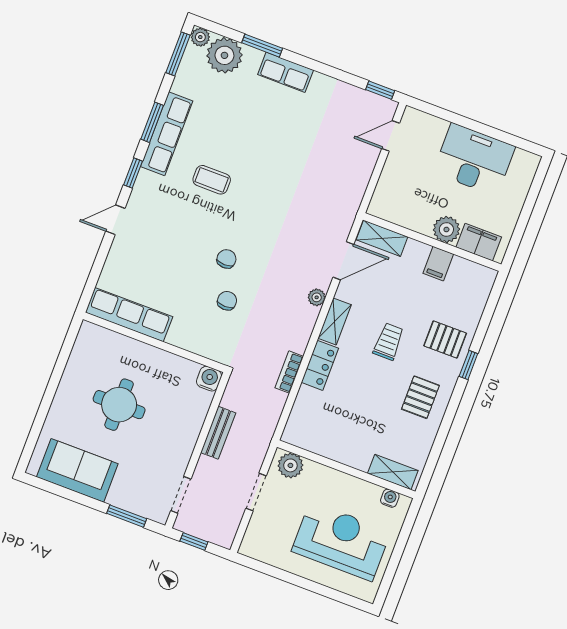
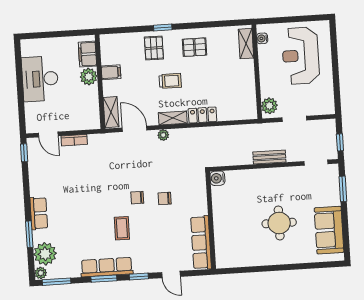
chair: (227, 301) -> (137, 198), moved
row of seats: (129, 315) -> (201, 243), moved
wall: (154, 342) -> (211, 220), moved
trolley: (388, 342) -> (170, 81), turned 180
bookcase: (289, 372) -> (74, 140), moved
water cooler: (209, 379) -> (217, 178), moved

